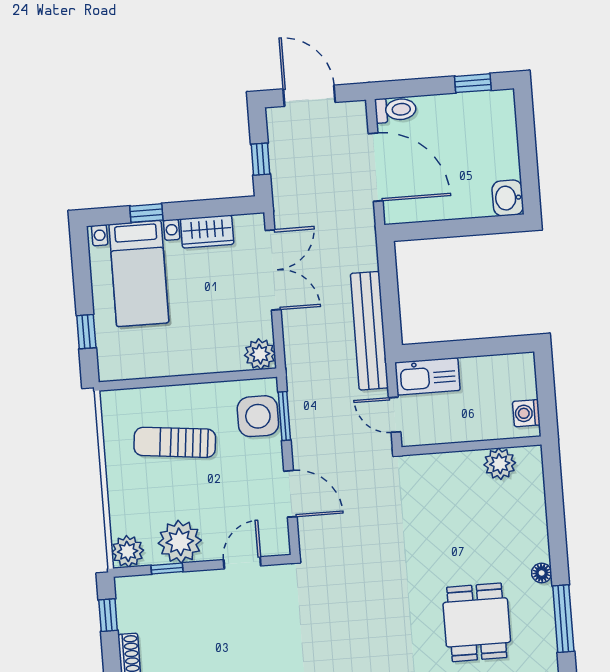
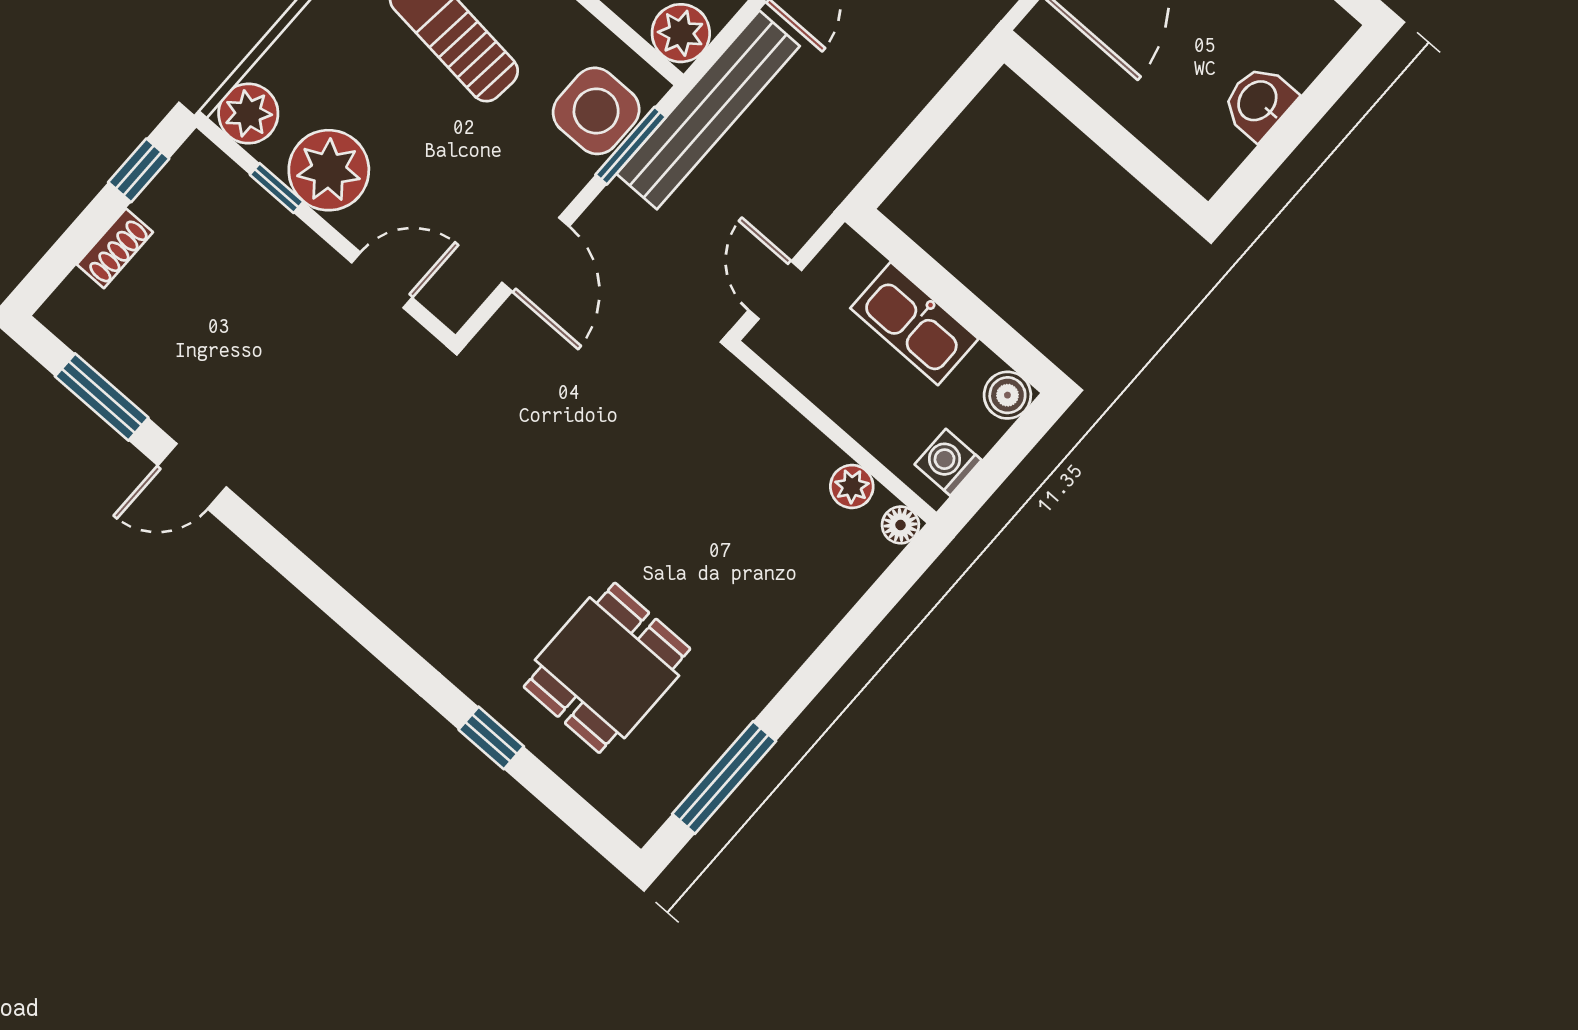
washbasin: (508, 198) -> (1259, 102), moved
bench: (369, 331) -> (708, 110), moved
boiler: (523, 365) -> (1007, 395), added
kitchen sink: (427, 376) -> (914, 324), moved
plant: (500, 464) -> (852, 486), width x0.73, depth x0.73
floor lamp: (542, 573) -> (900, 525), moved

